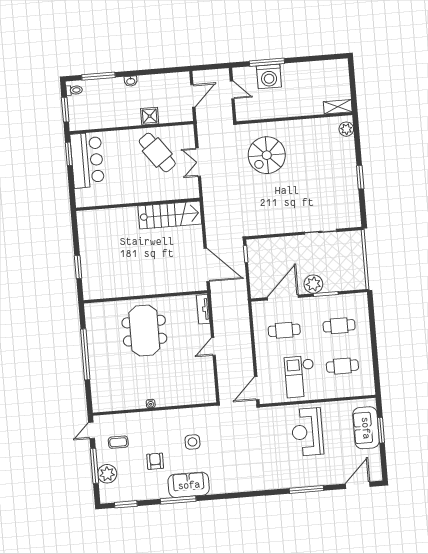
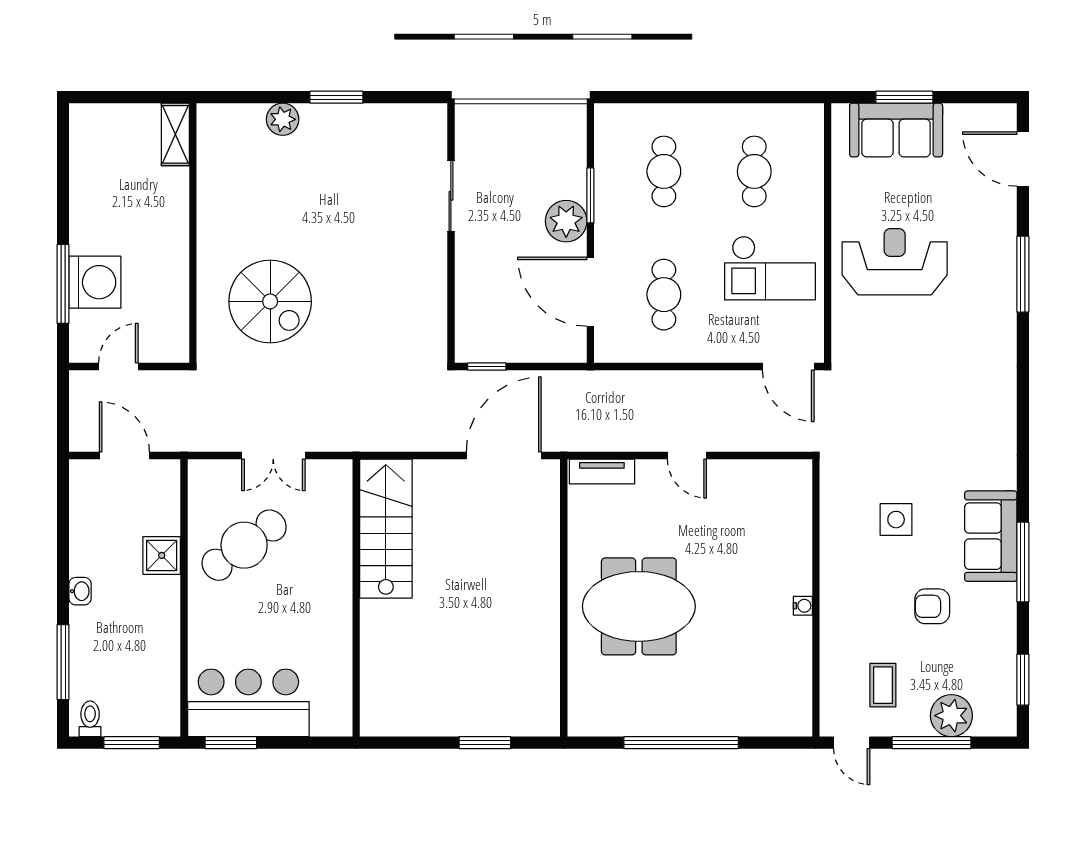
plant: (346, 129) -> (283, 119), moved
reception desk: (307, 432) -> (895, 262), turned 180

